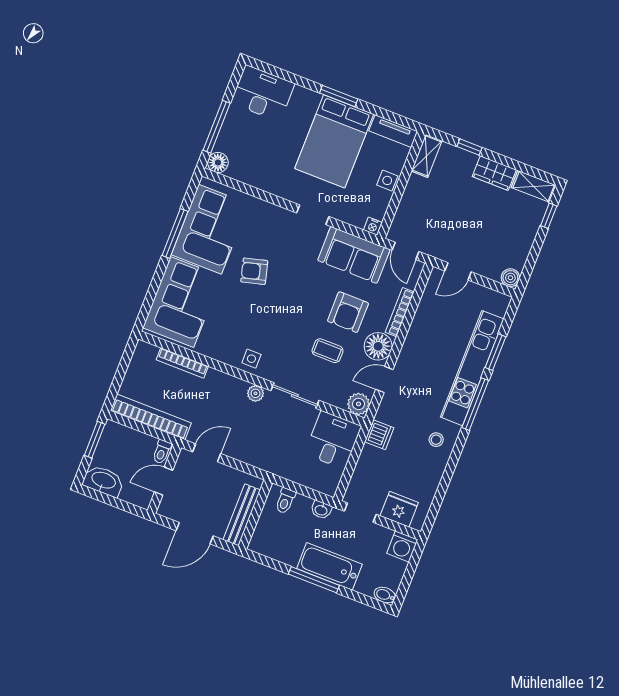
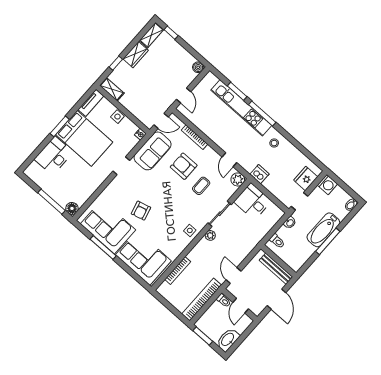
desk: (263, 93) -> (54, 156), moved
armchair: (348, 312) -> (184, 166), turned 180
floor lamp: (378, 346) -> (209, 156), removed

